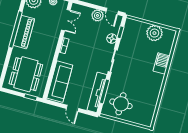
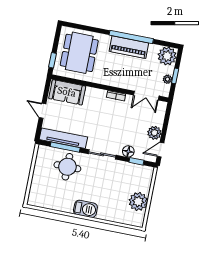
barbecue: (162, 63) -> (85, 209), moved
dining table: (26, 74) -> (79, 53), turned 90
sofa: (60, 82) -> (67, 92), width x0.73
round table: (121, 104) -> (67, 167), moved
door: (73, 108) -> (43, 111), hinge flipped

